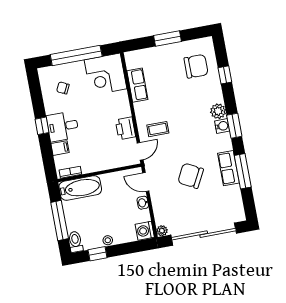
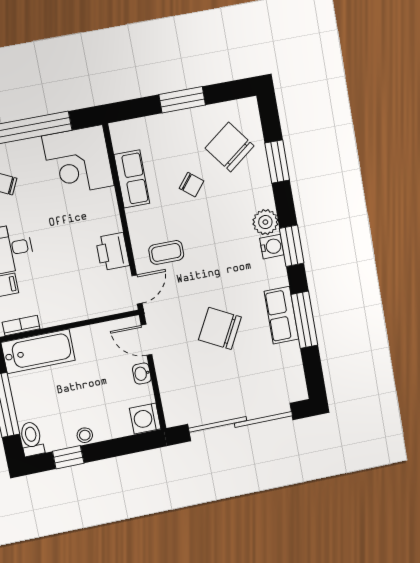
chair: (196, 66) -> (230, 147), turned -127
window: (225, 75) -> (277, 162), width x1.50
chair: (173, 89) -> (192, 185), added
plant: (162, 231) -> (173, 418), removed

